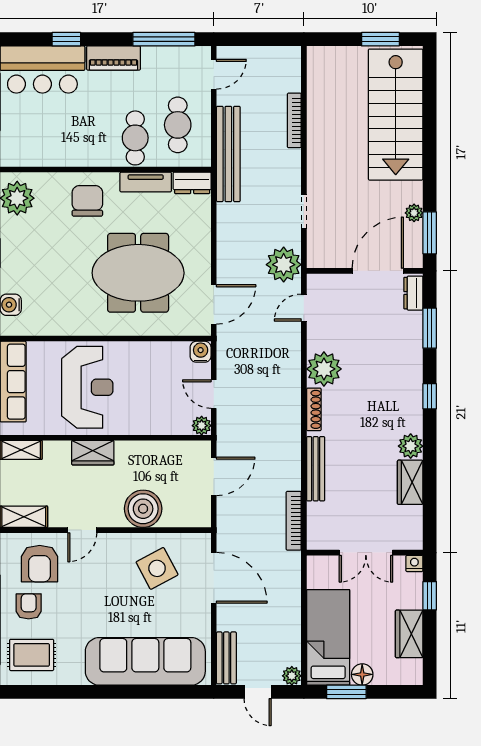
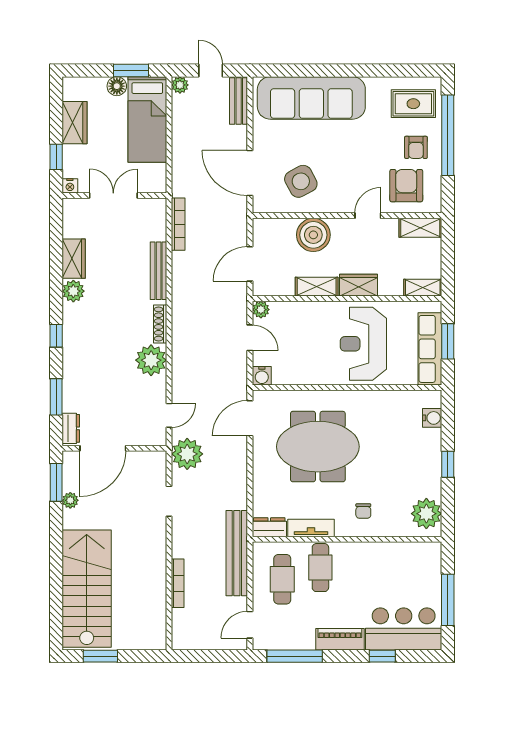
chair: (87, 201) -> (363, 511), width x0.54, depth x0.54
shelving: (139, 451) -> (317, 287), added

